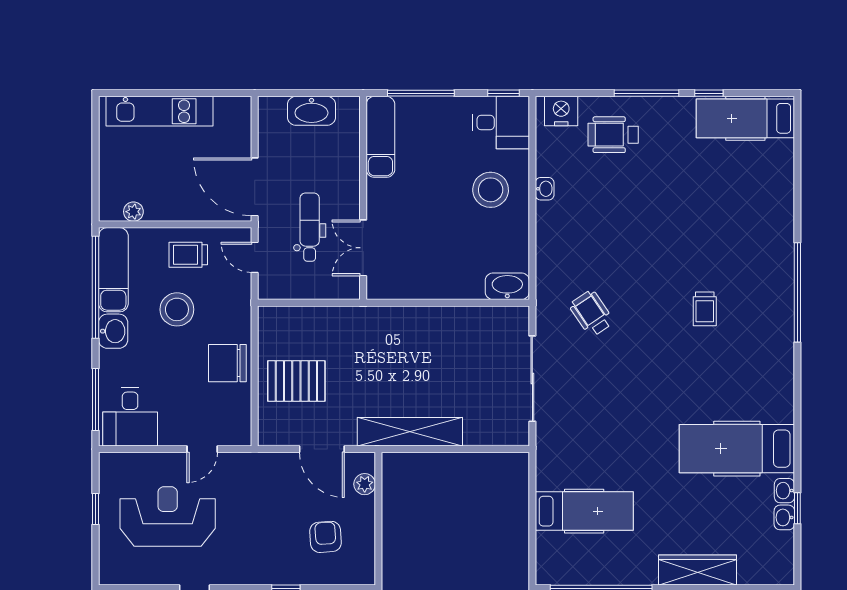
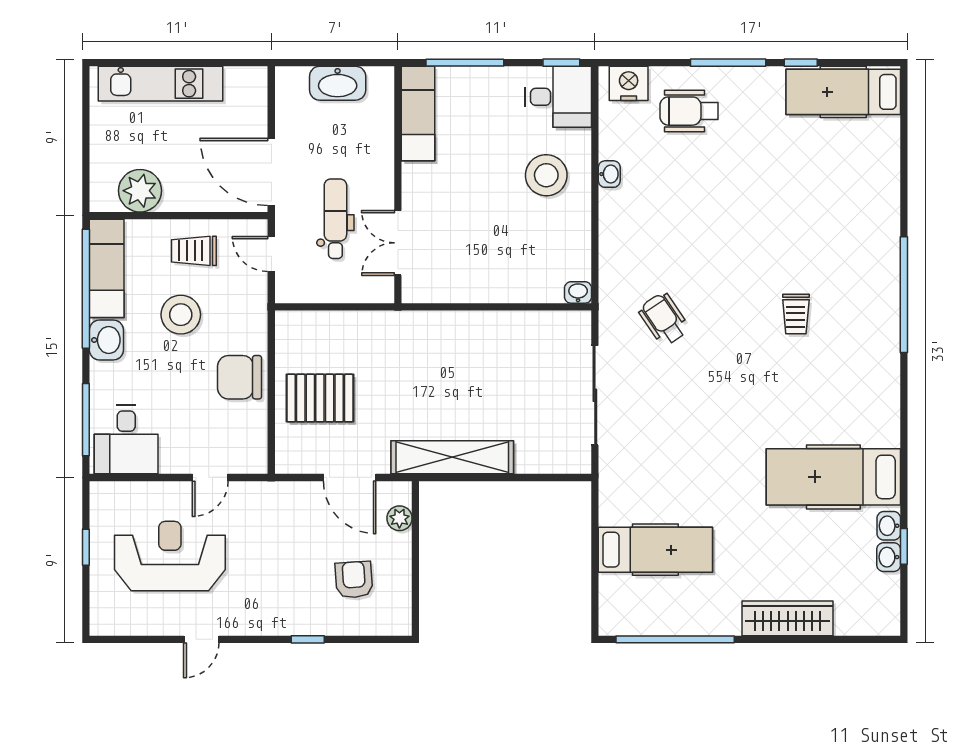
plant: (133, 212) -> (140, 191), width x1.88, depth x1.88
washbasin: (507, 286) -> (578, 292), width x0.52, depth x0.69

